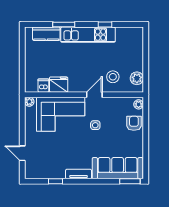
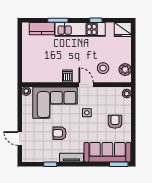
fridge: (59, 85) -> (123, 30), moved, turned 180
dishwasher: (43, 86) -> (67, 76), moved
door: (94, 95) -> (86, 85), hinge flipped
armchair: (134, 123) -> (115, 122), moved
armchair: (66, 148) -> (60, 133), added

